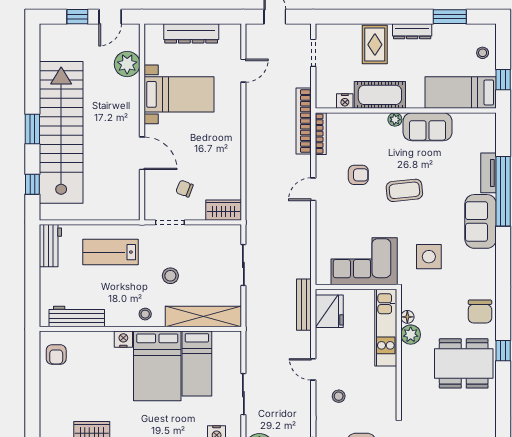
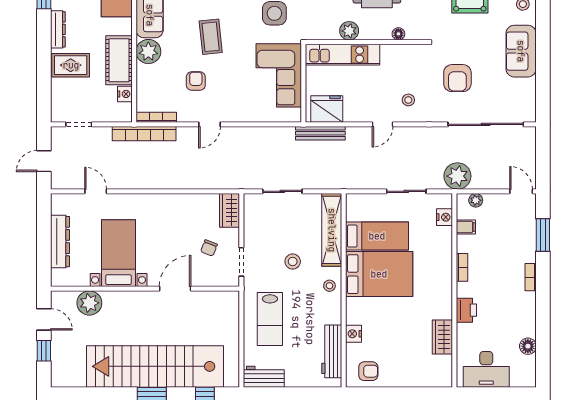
plant: (395, 120) -> (148, 52), width x1.87, depth x1.87
door: (313, 189) -> (210, 124), hinge flipped
floor lamp: (407, 317) -> (398, 34), moved
nightstand: (123, 339) -> (354, 334), moved

